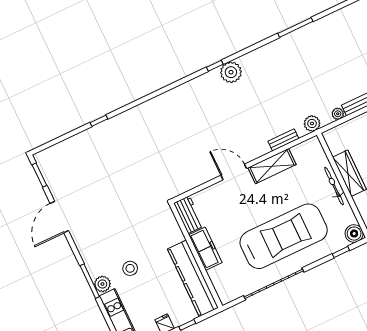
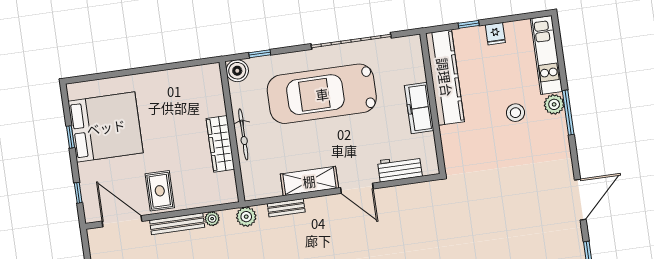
workbench: (189, 215) -> (400, 169), moved, turned 90

